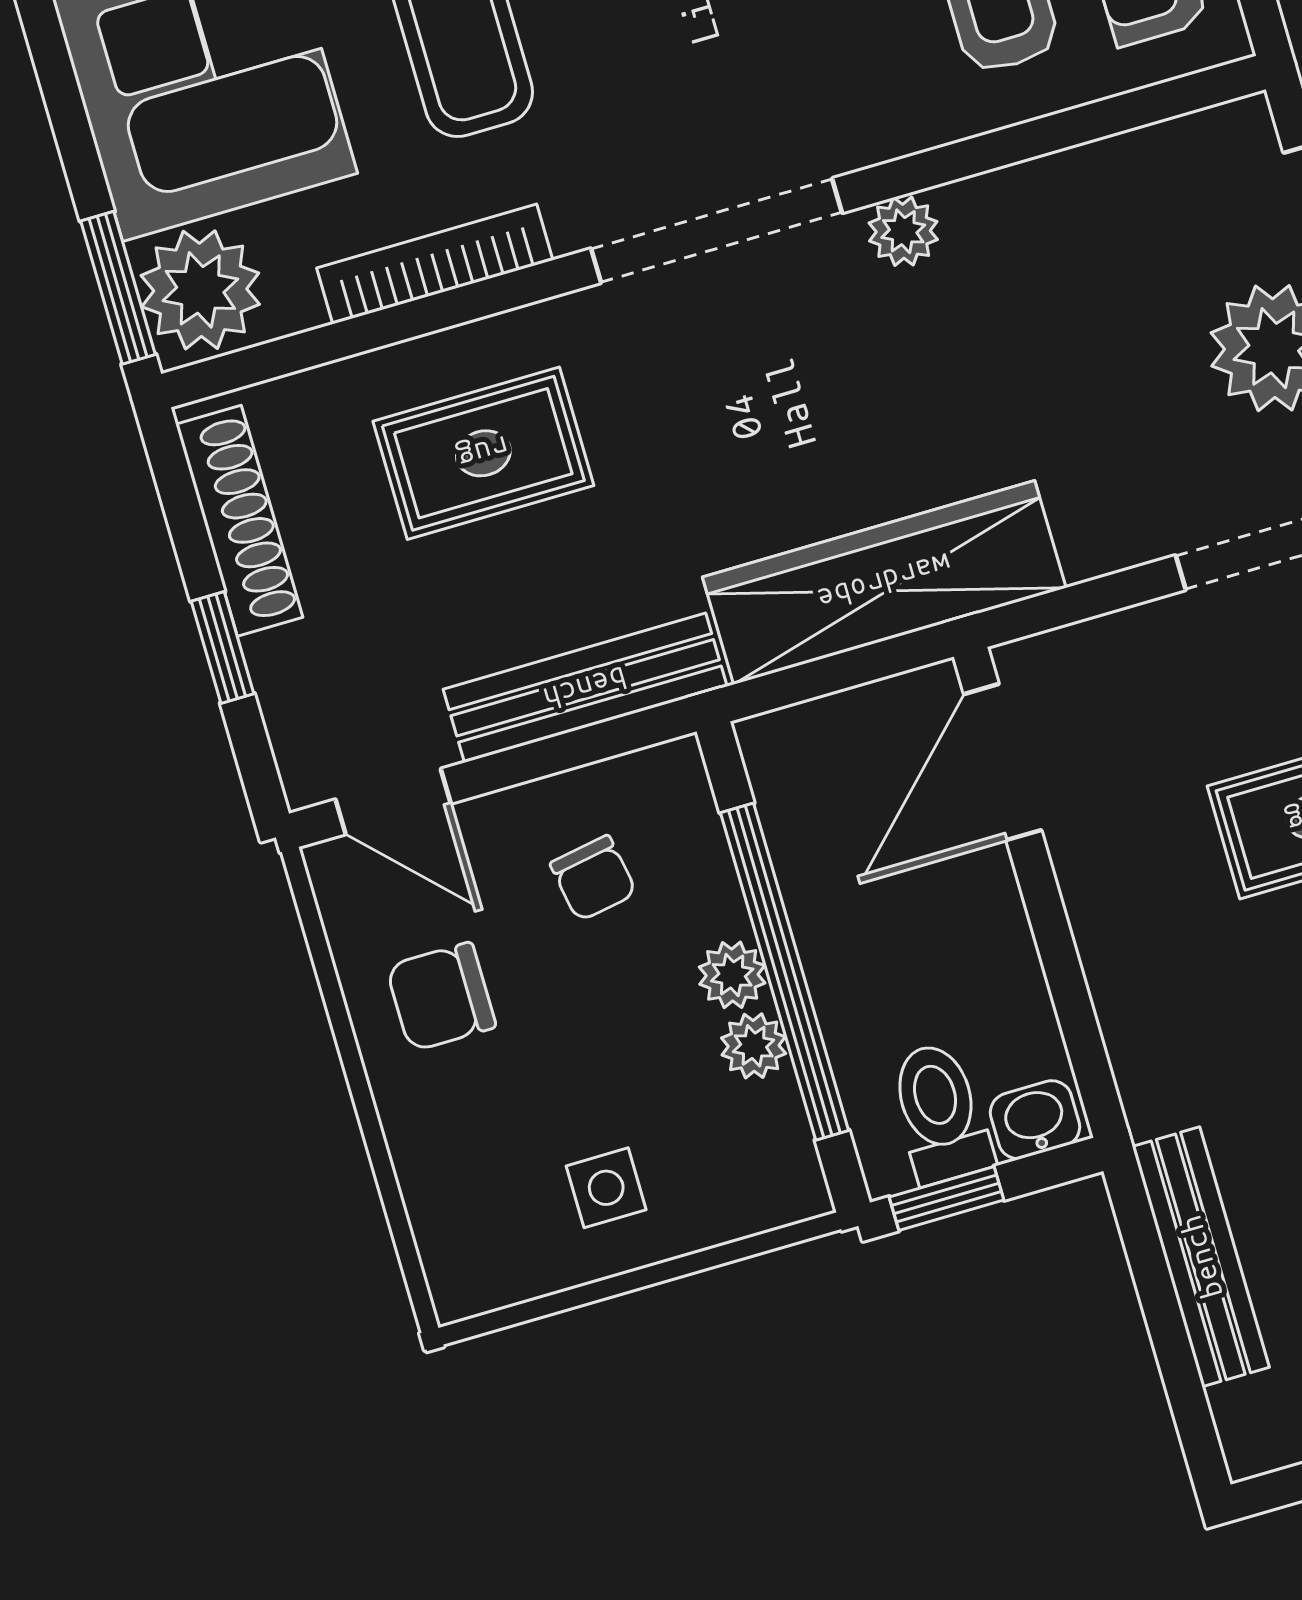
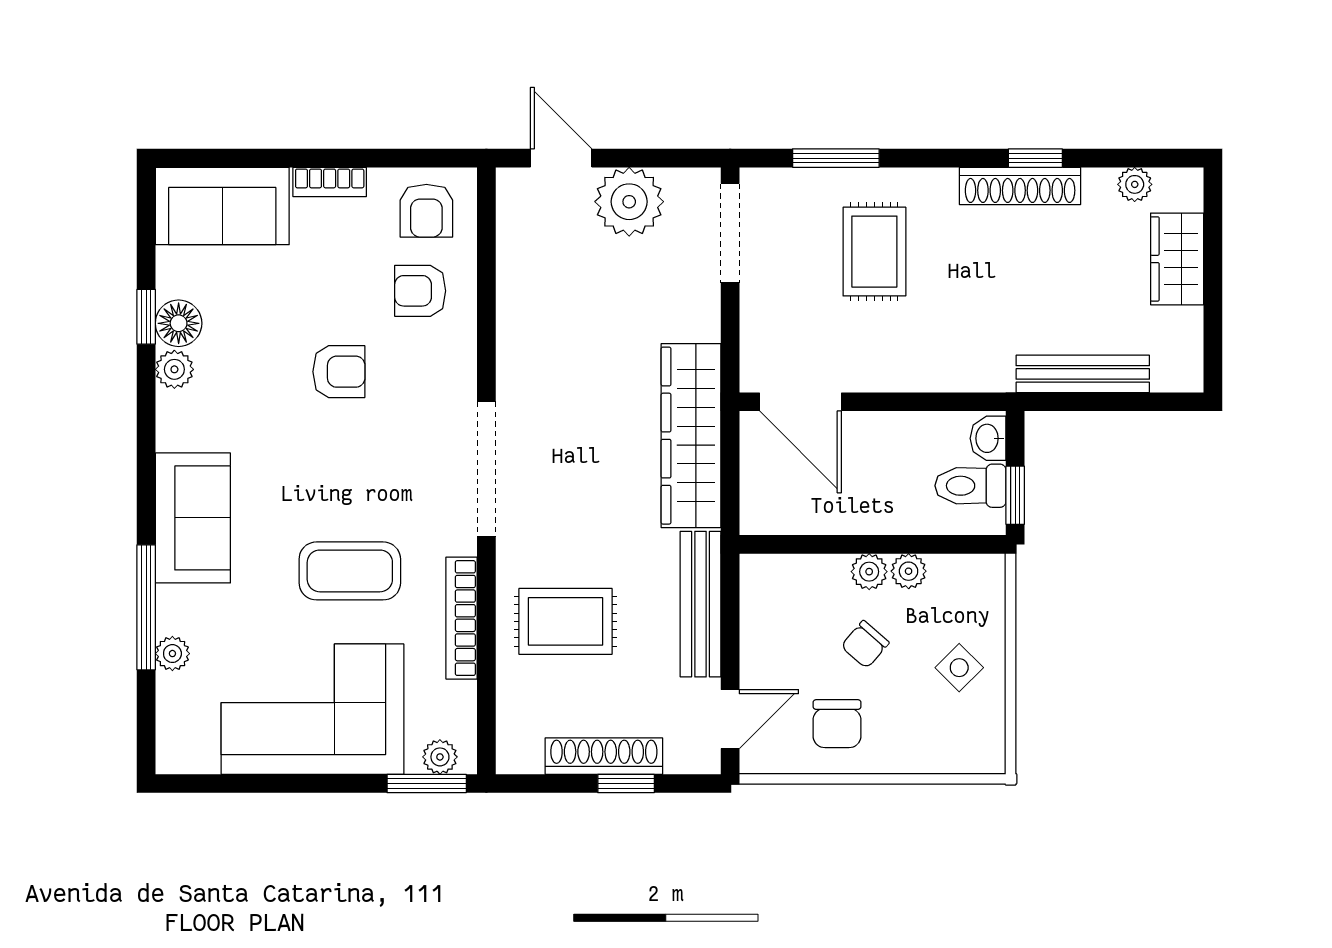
plant: (903, 231) -> (514, 374), removed
plant: (200, 290) -> (440, 757), width x0.53, depth x0.53
rug: (483, 453) -> (566, 621), turned 90
shoe rack: (239, 521) -> (604, 756), moved
chair: (593, 878) -> (865, 644), moved, turned 141
window: (785, 972) -> (875, 544), removed
side table: (606, 1188) -> (959, 668), turned 45

